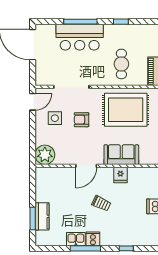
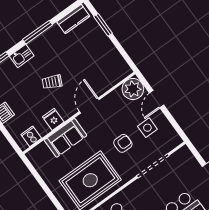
door: (33, 102) -> (157, 99), moved
kitchen counter: (42, 216) -> (73, 19), moved, turned -90
kitchen sink: (76, 239) -> (22, 56), moved
cooker: (93, 239) -> (31, 136), moved, turned 180

